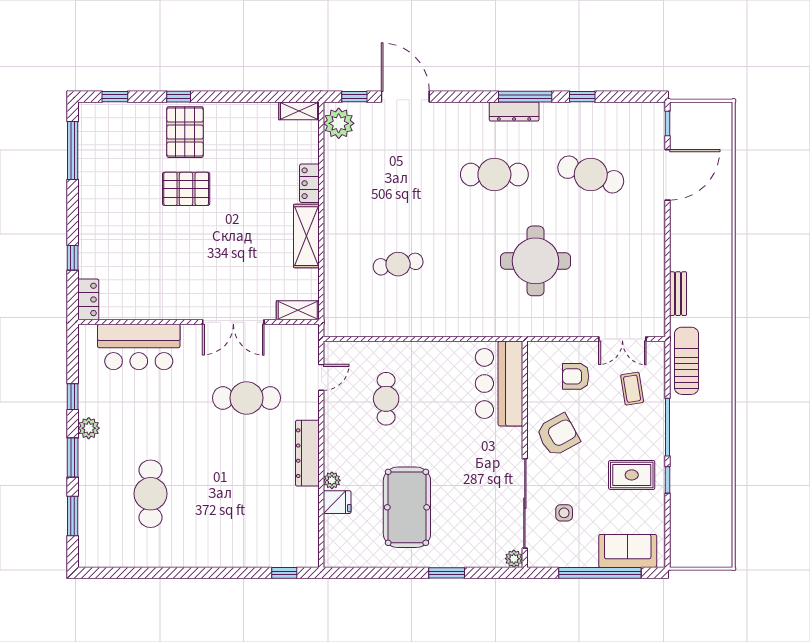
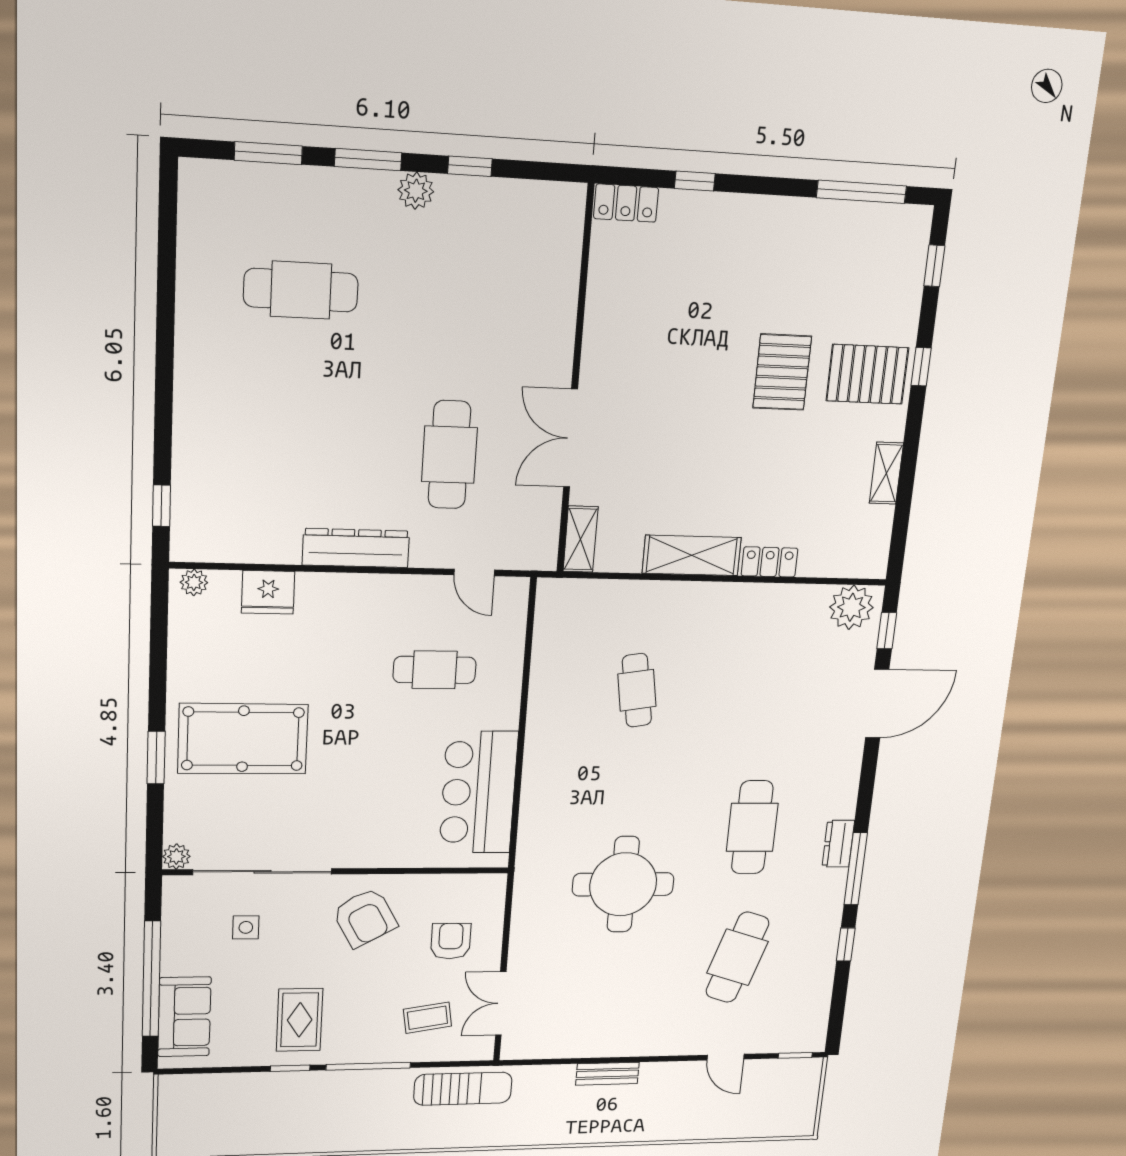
shelving: (299, 111) -> (886, 473), moved
dresser: (514, 111) -> (838, 844), width x0.70
door: (668, 175) -> (726, 1057), width x0.53
bench: (678, 294) -> (607, 1074), moved
bar counter: (139, 347) -> (543, 283), removed
bar counter: (499, 384) -> (479, 792), moved, turned -90
plant: (332, 480) -> (194, 582), moved
fridge: (337, 502) -> (268, 592), width x1.38
pool table: (407, 507) -> (243, 739), moved

